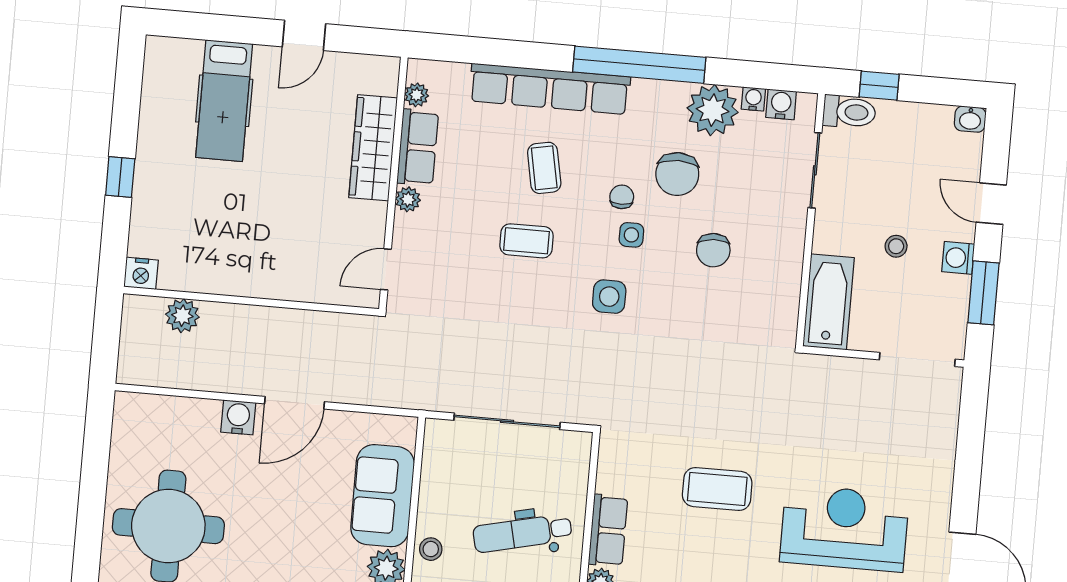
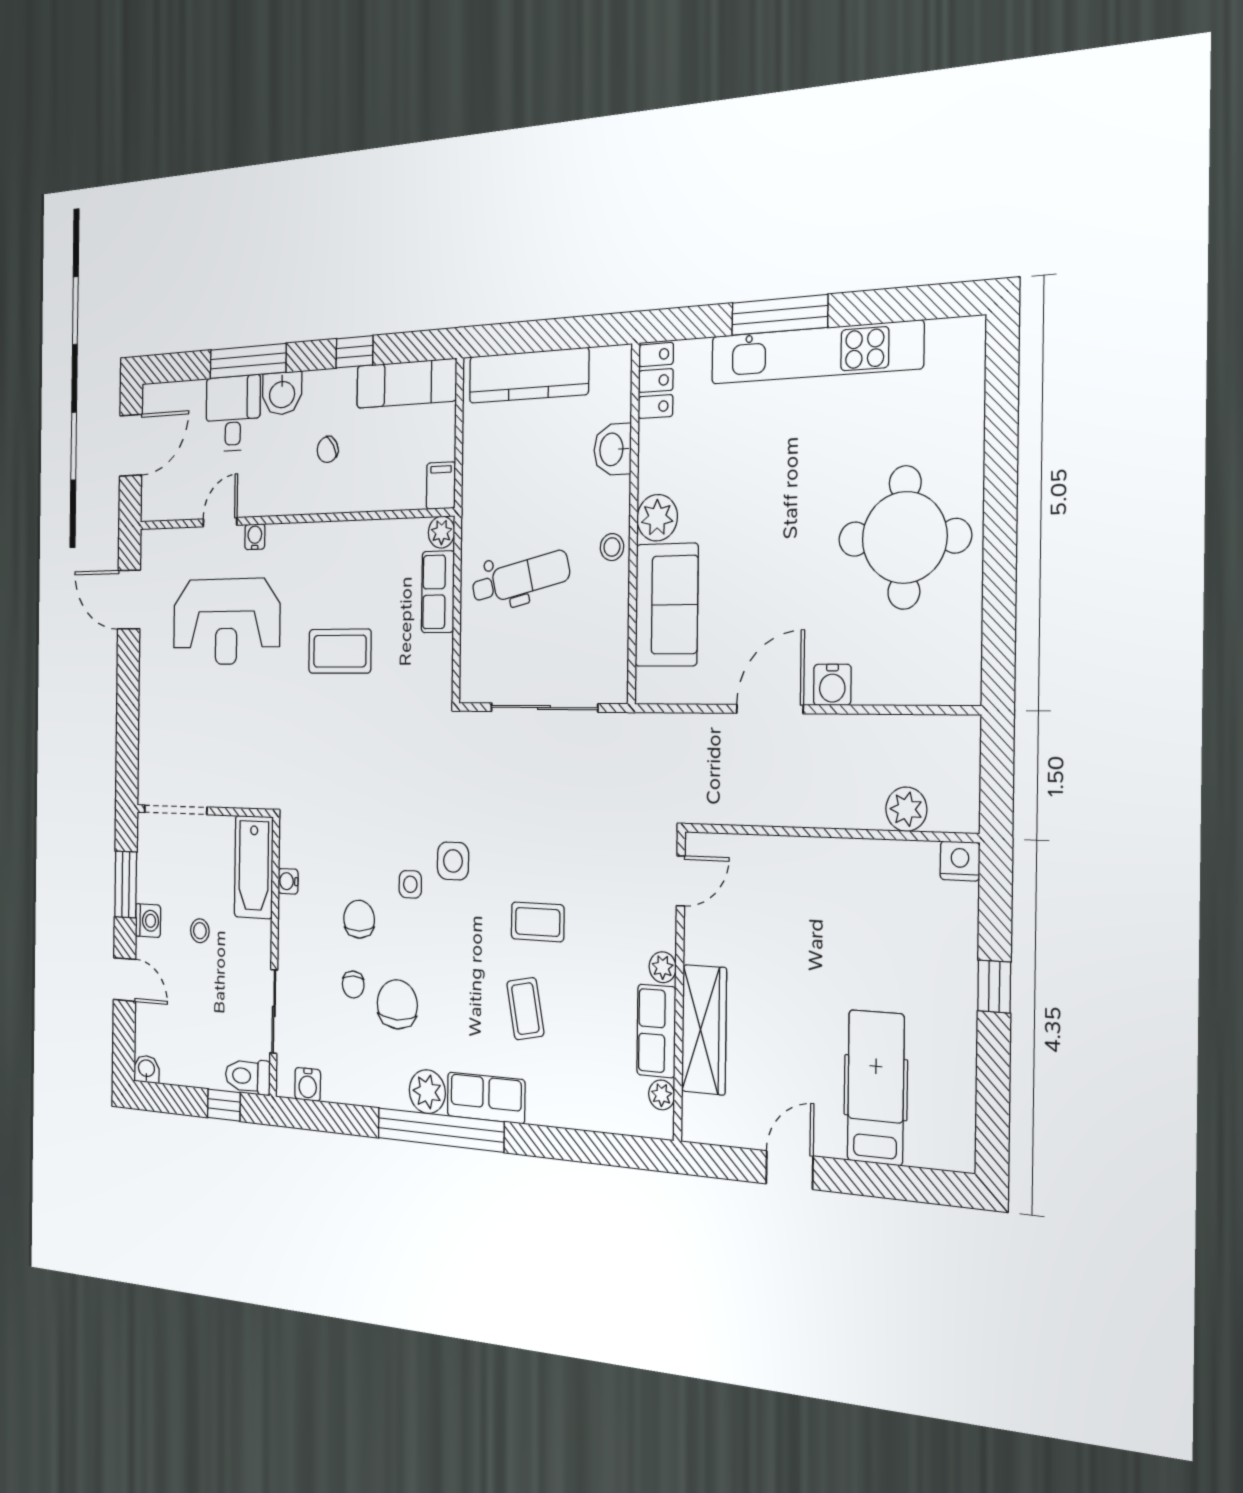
row of seats: (550, 89) -> (486, 1098), width x0.50
water cooler: (753, 99) -> (288, 881), moved, turned 90
plant: (713, 110) -> (427, 1092), moved, width x0.73, depth x0.73
chair: (622, 197) -> (353, 985), moved
side table: (631, 235) -> (410, 884), moved

